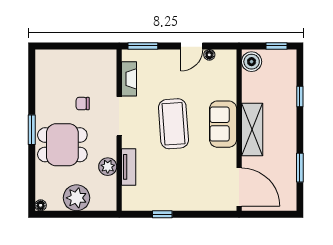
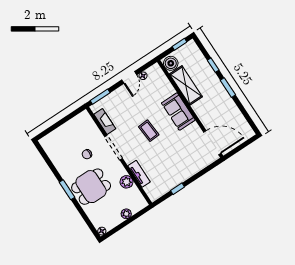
coffee table: (173, 124) -> (149, 131), width x0.54, depth x0.58
shelving: (252, 130) -> (186, 85), moved
window: (300, 168) -> (228, 88), moved
plant: (77, 198) -> (126, 214), width x0.53, depth x0.53

